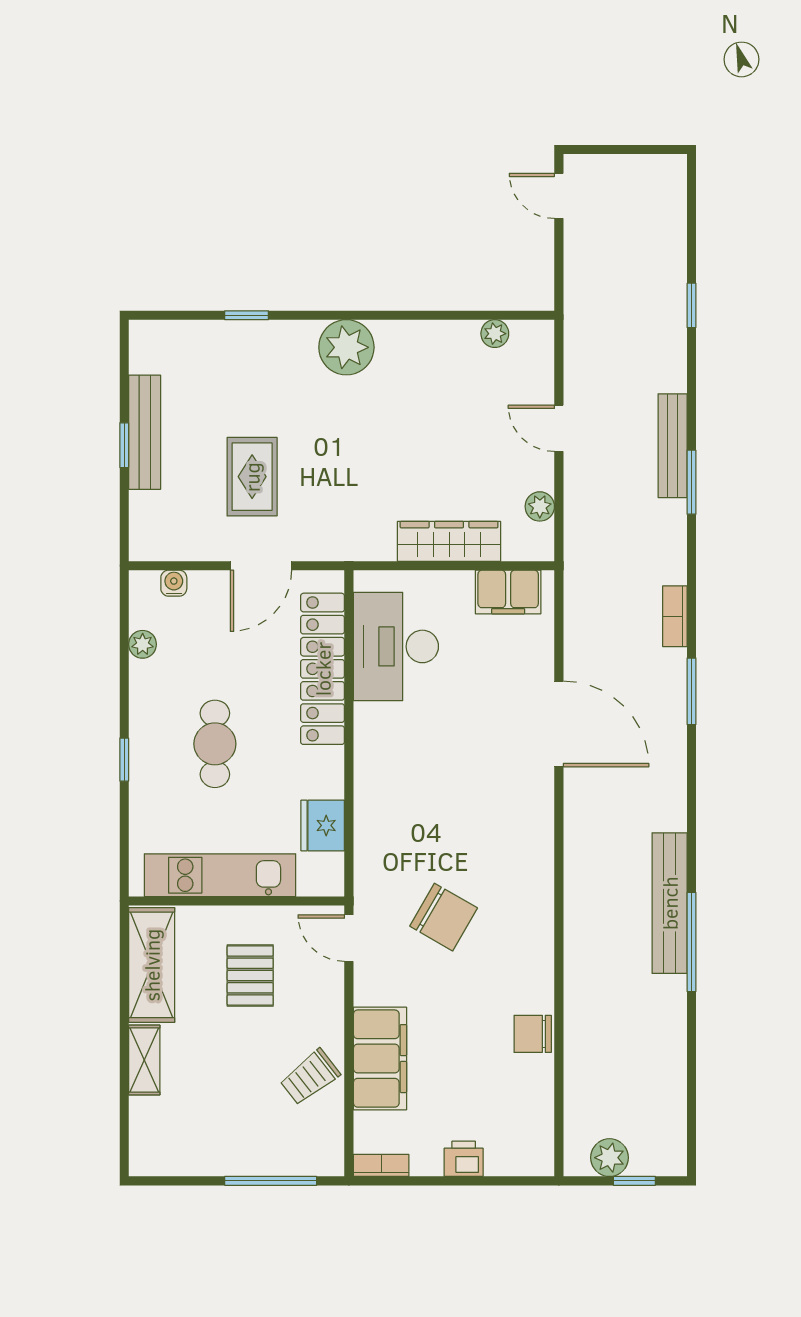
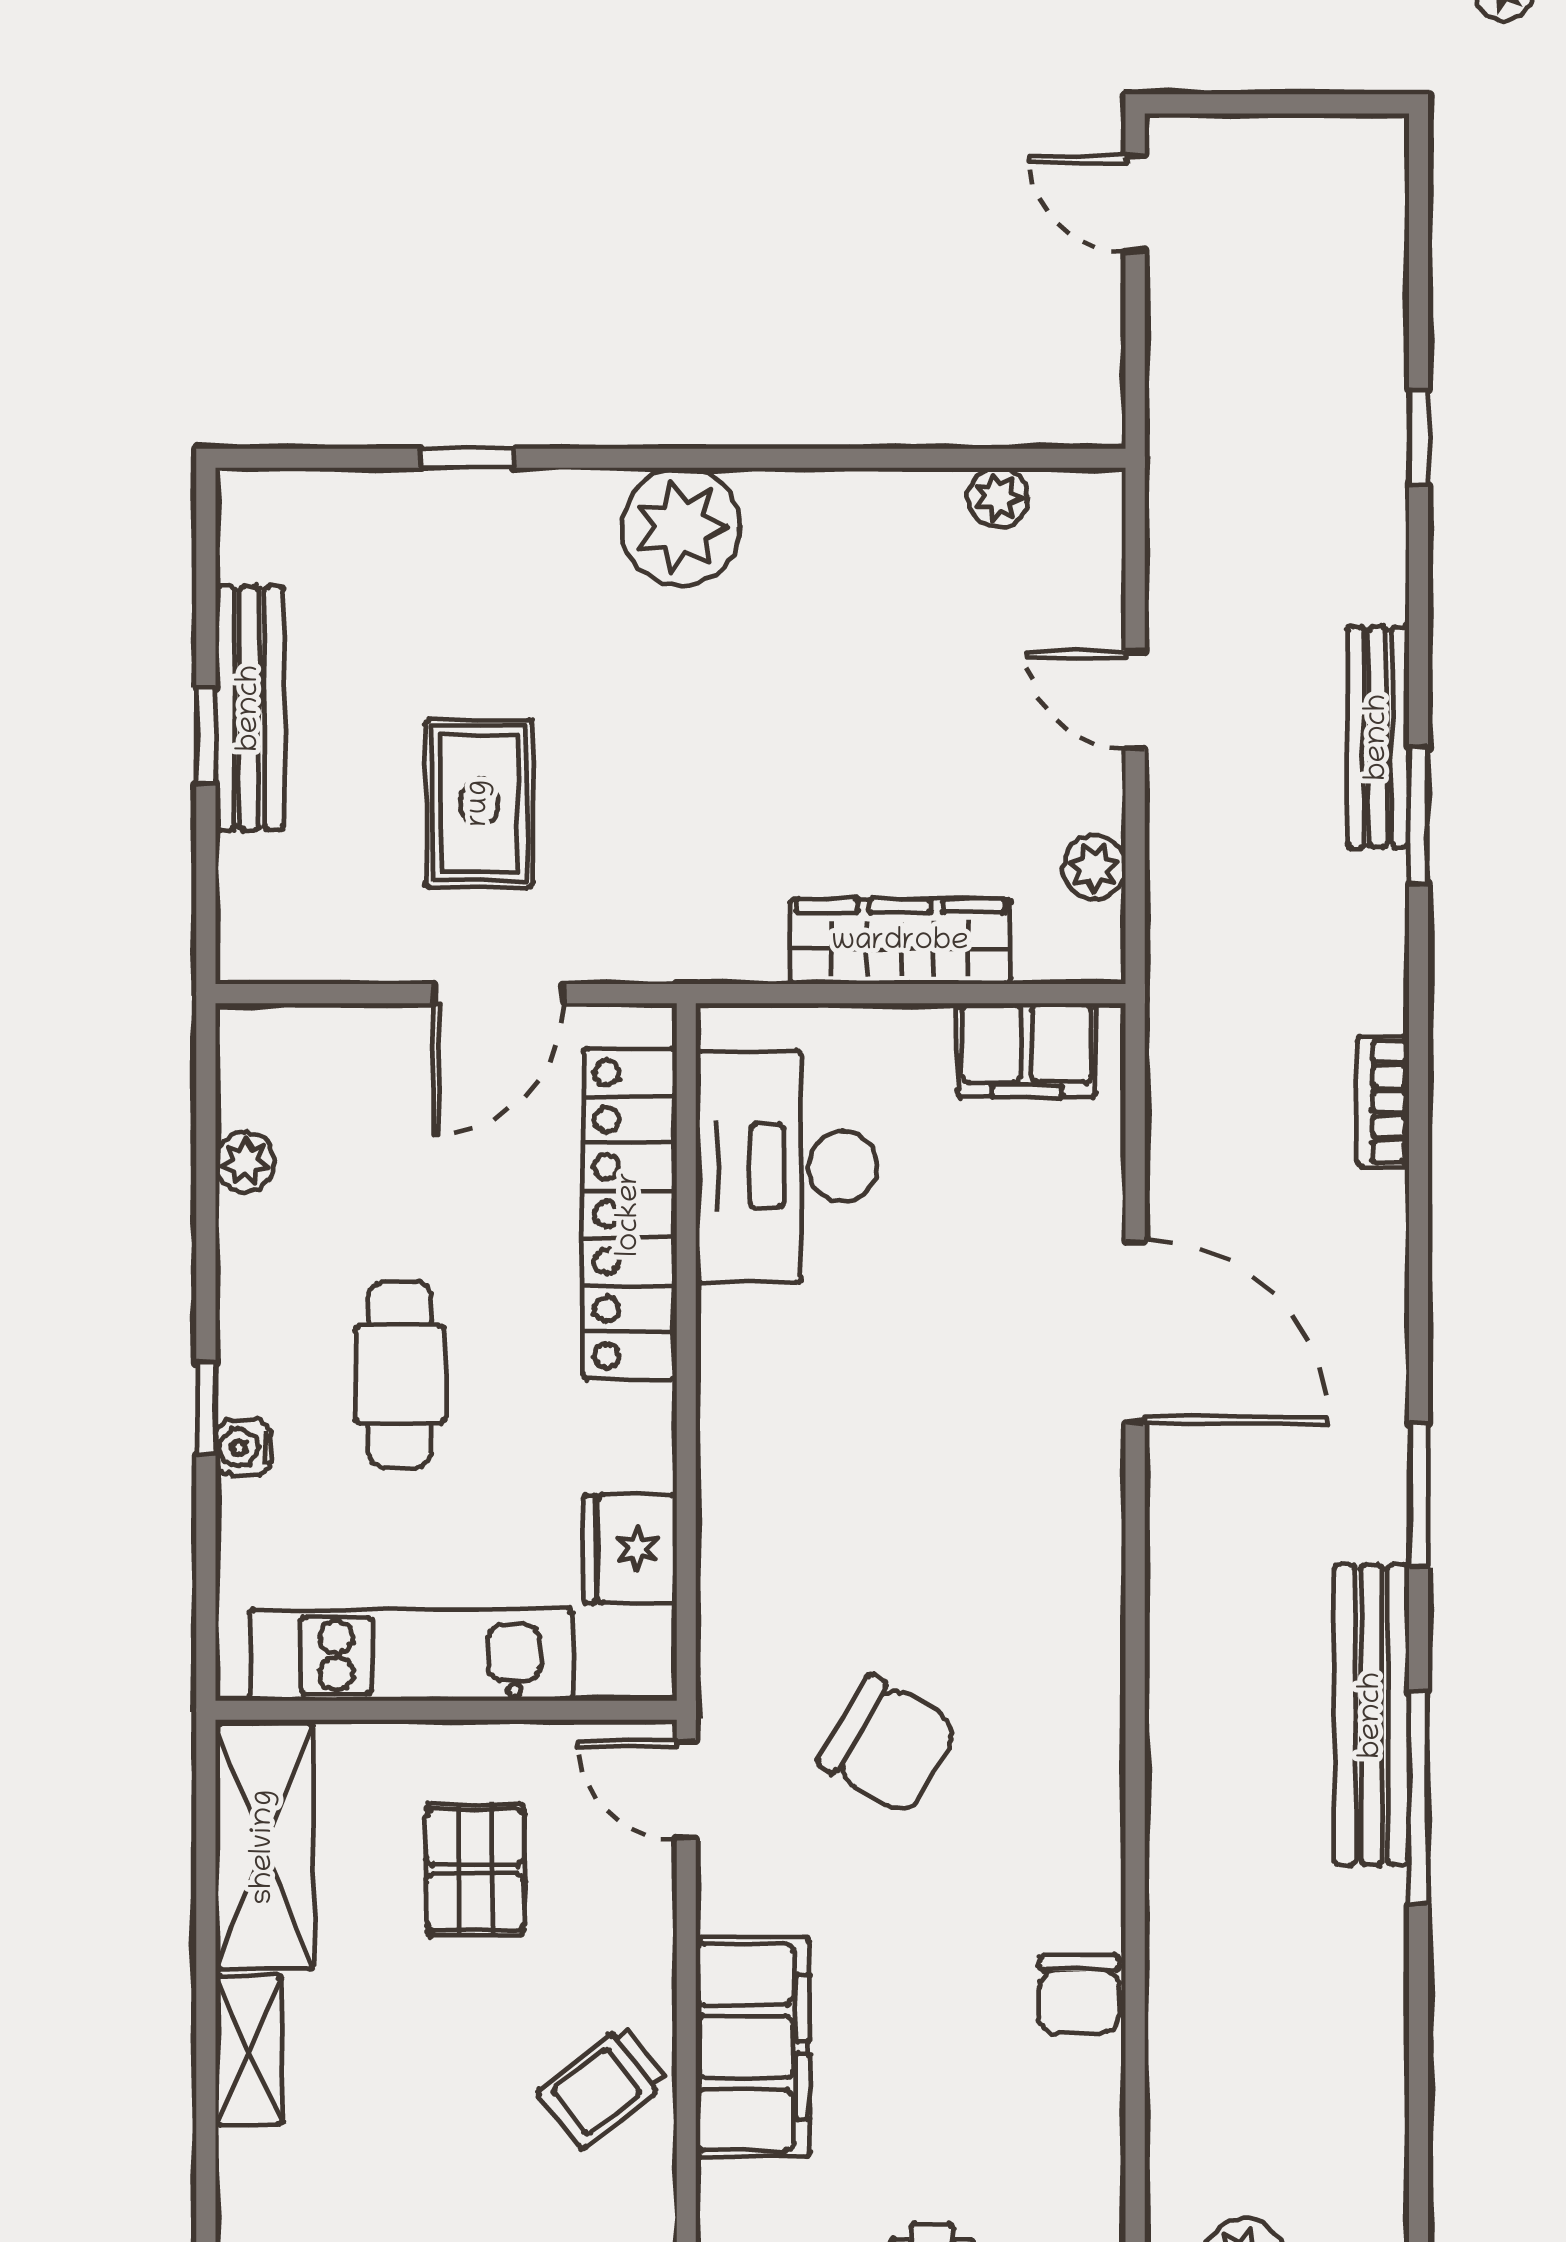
water cooler: (174, 583) -> (243, 1448), moved, turned -90
window: (691, 691) -> (1419, 1495), moved
chair: (533, 1034) -> (1079, 1994), turned -90

